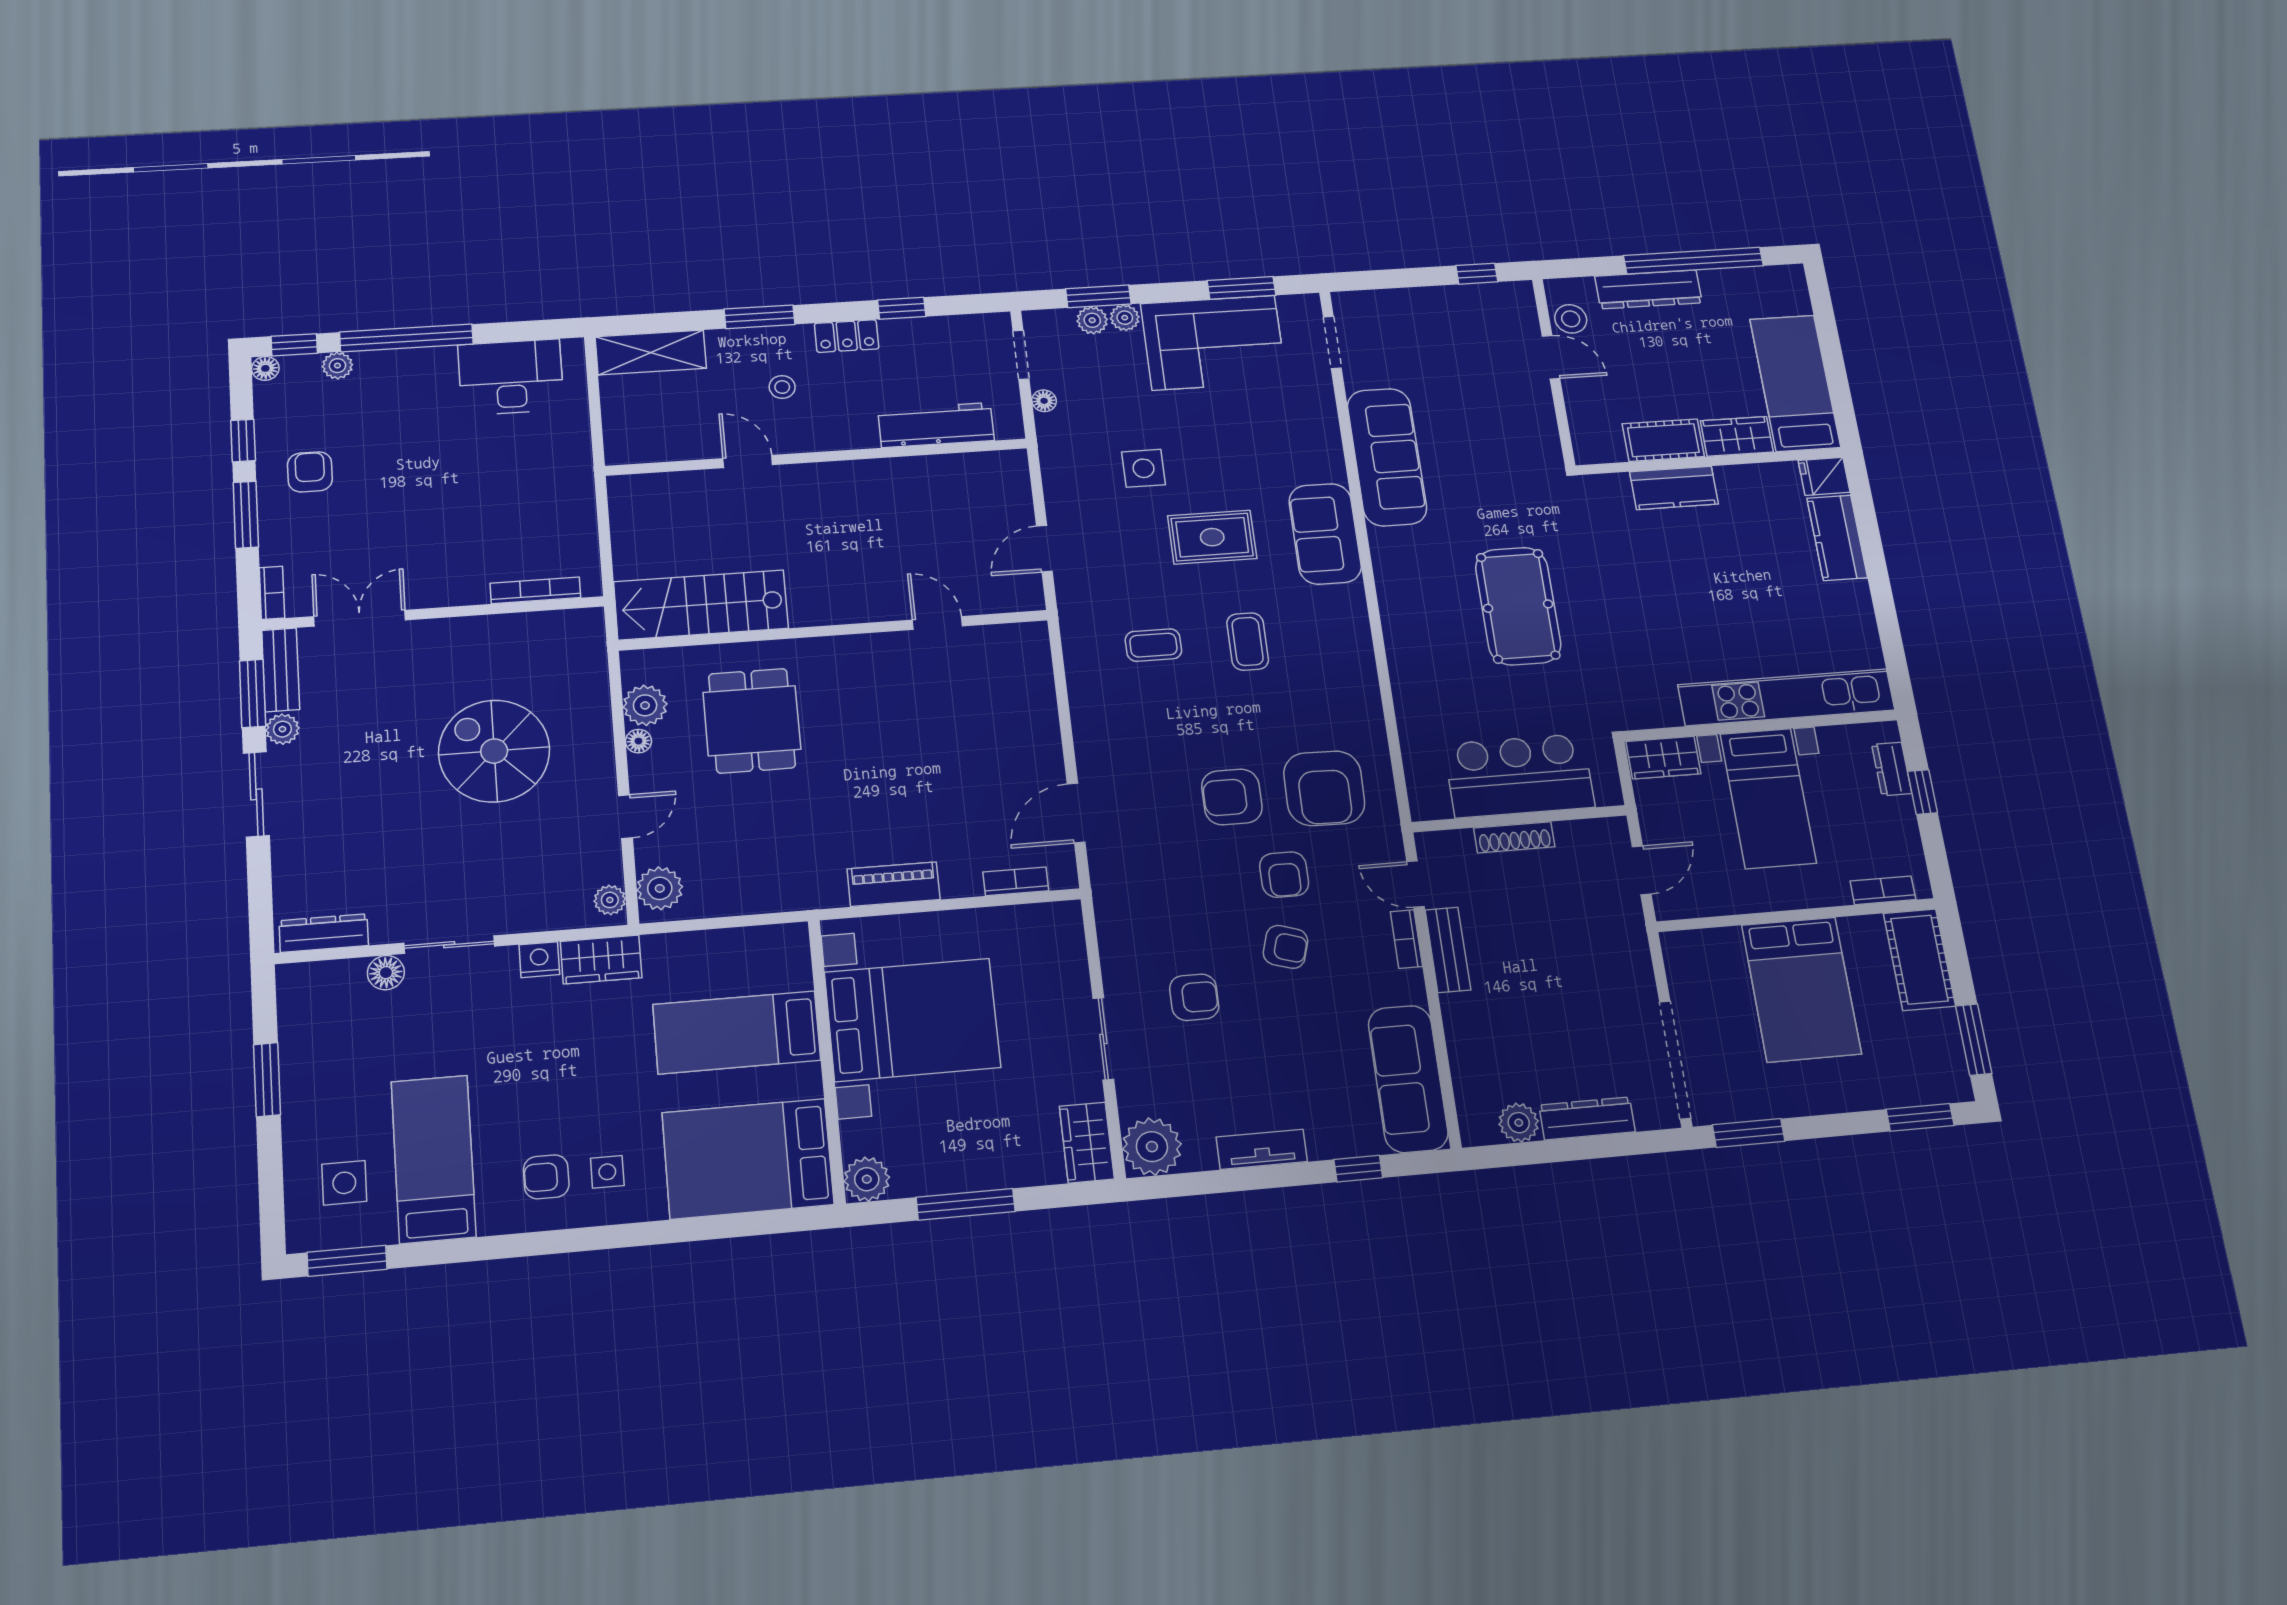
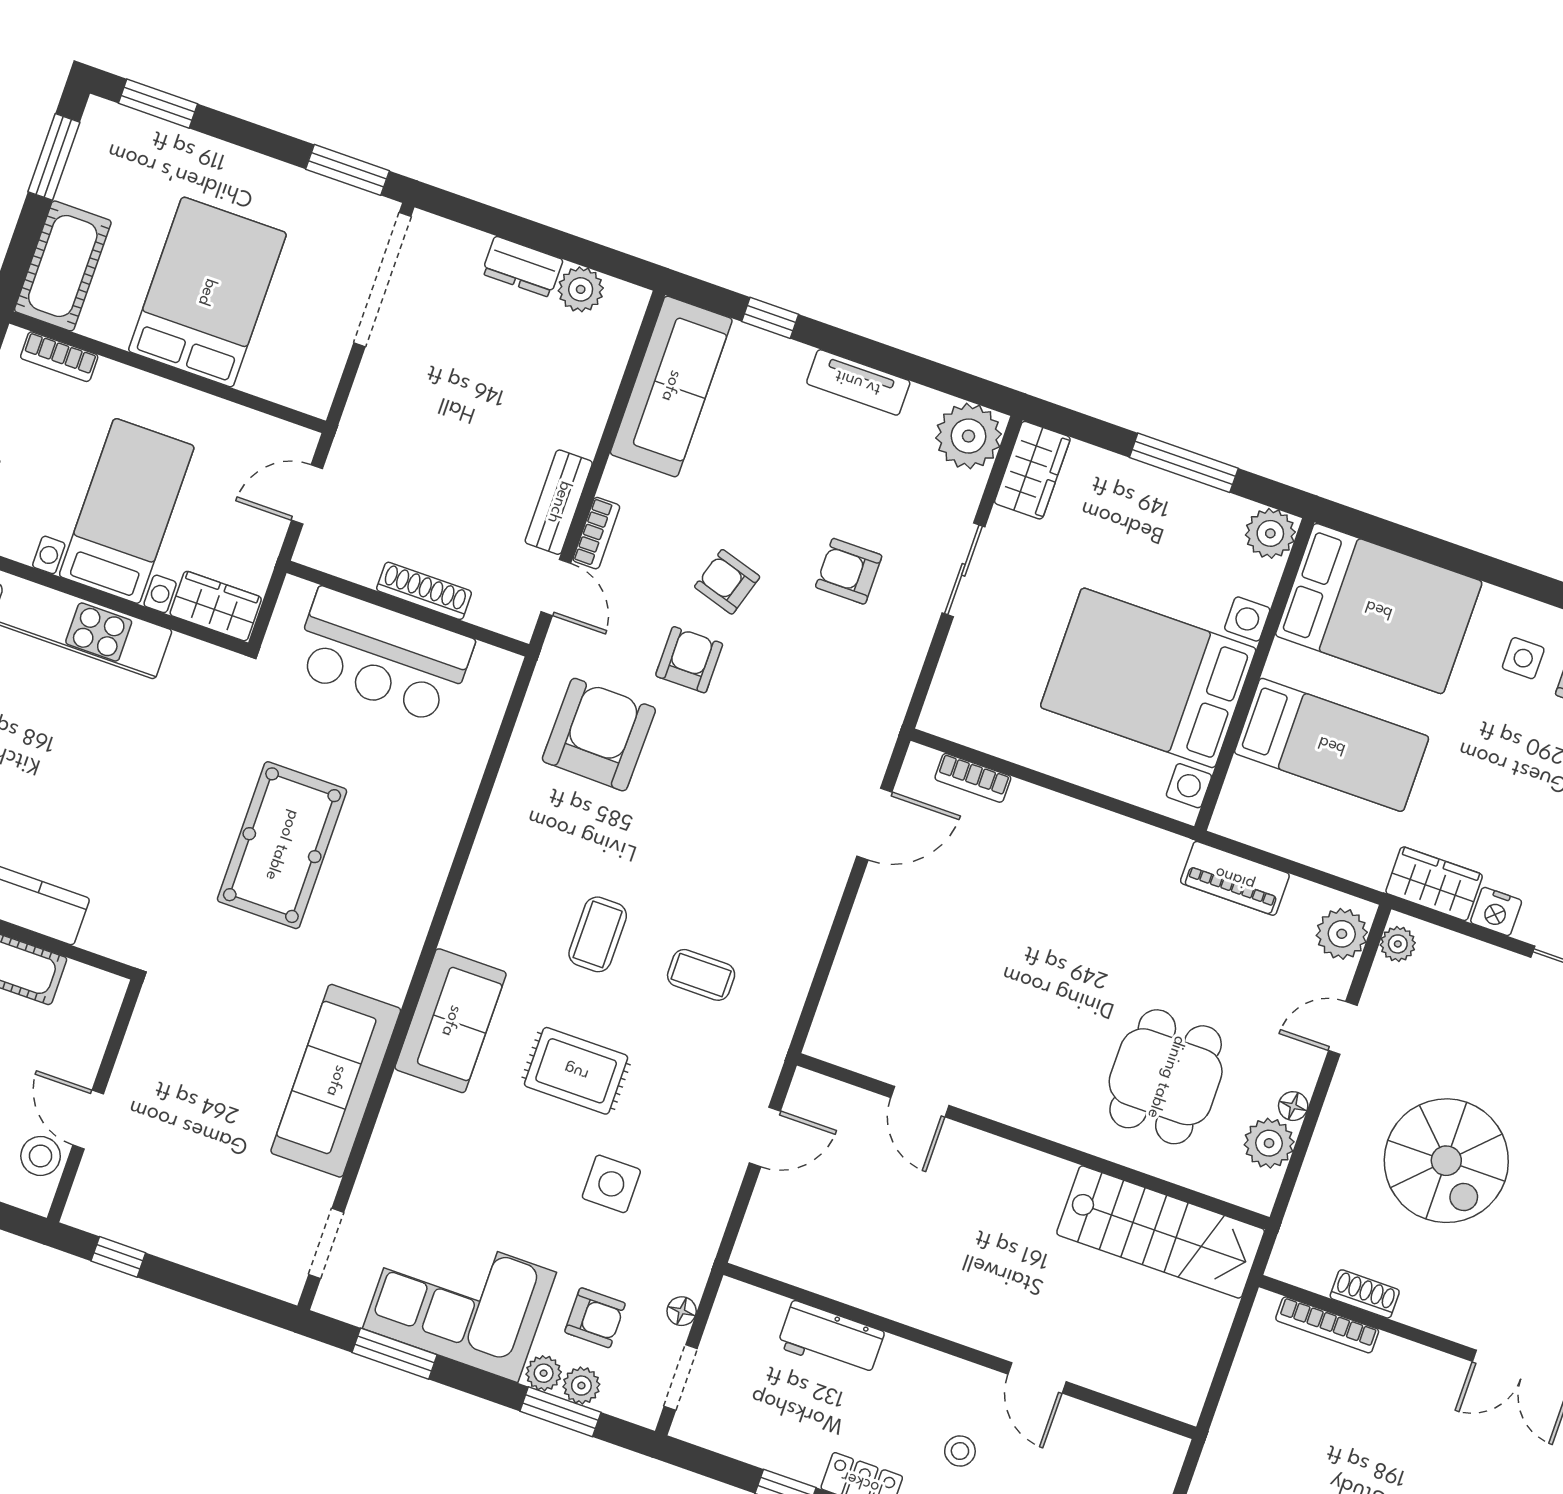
workbench: (936, 425) -> (831, 1339), width x0.73
shoe rack: (515, 625) -> (1365, 1294), added
armchair: (1232, 797) -> (595, 1318), moved, width x0.72, depth x0.72
piano: (894, 884) -> (1235, 878), moved
dresser: (1587, 1118) -> (522, 267), width x0.70

